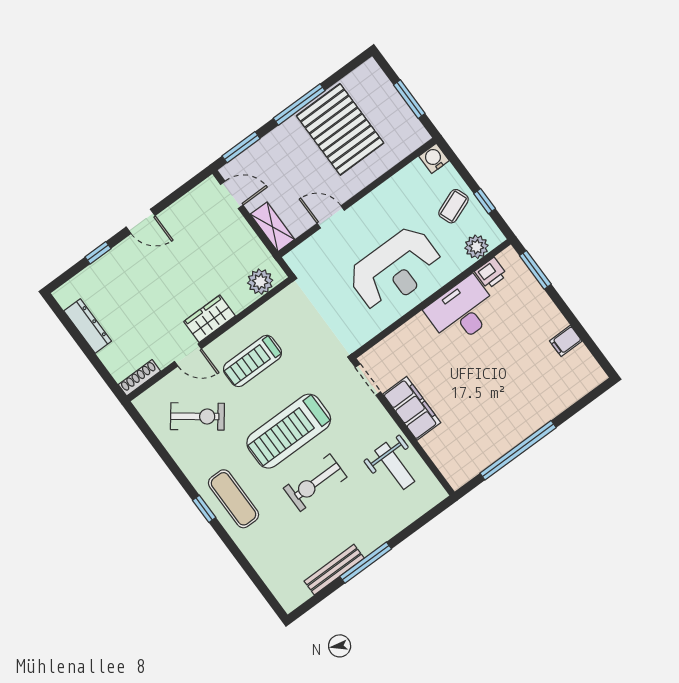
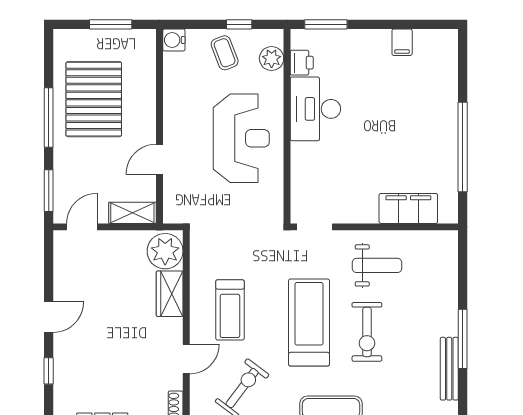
pallet: (340, 129) -> (94, 99), turned 90
plant: (260, 282) -> (165, 251), width x1.36, depth x1.36
wardrobe: (209, 319) -> (170, 294), moved
filing cabinet: (412, 408) -> (408, 208), moved
treadmill: (289, 431) -> (309, 323), turned 180
weight bench: (395, 466) -> (377, 265), moved

